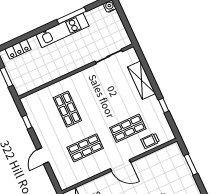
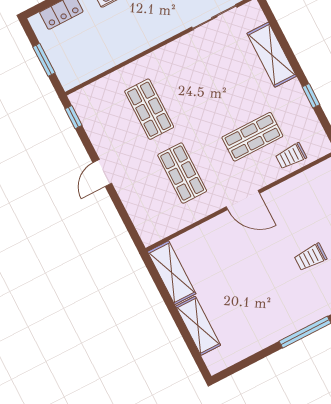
window: (27, 122) -> (73, 117), moved
shop shelf: (85, 148) -> (182, 173), turned 90
door: (43, 156) -> (102, 173), moved

